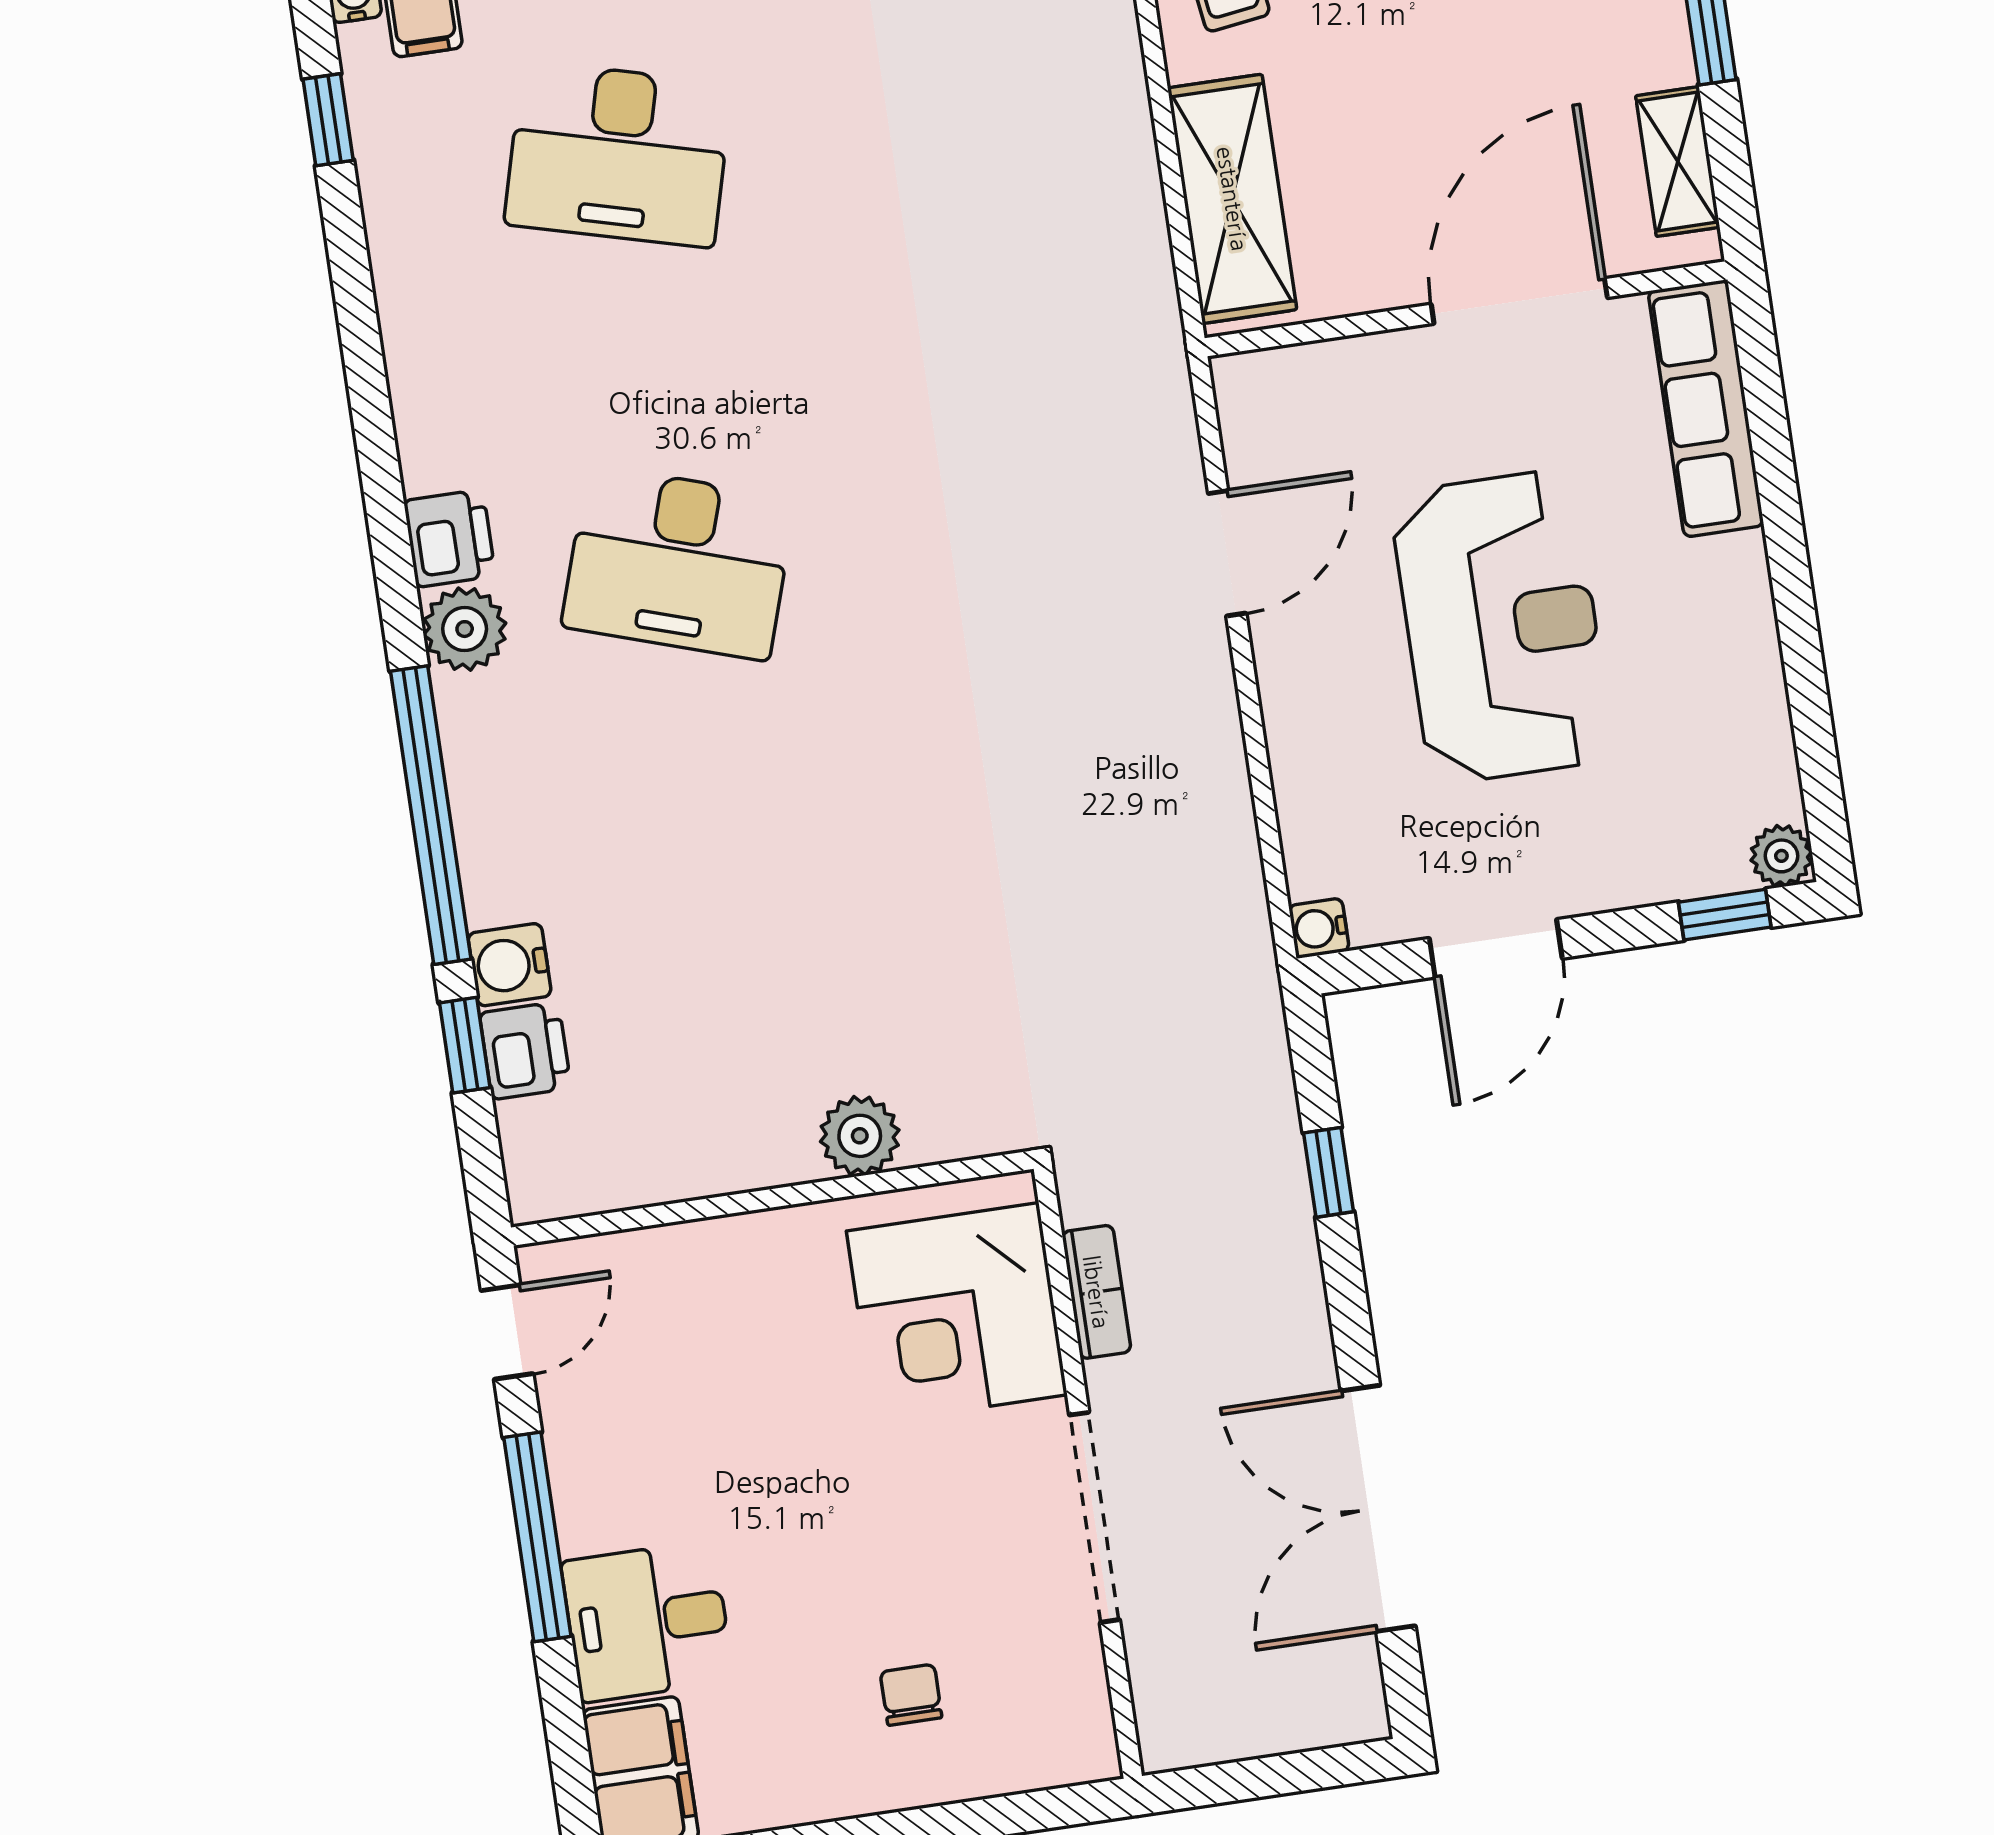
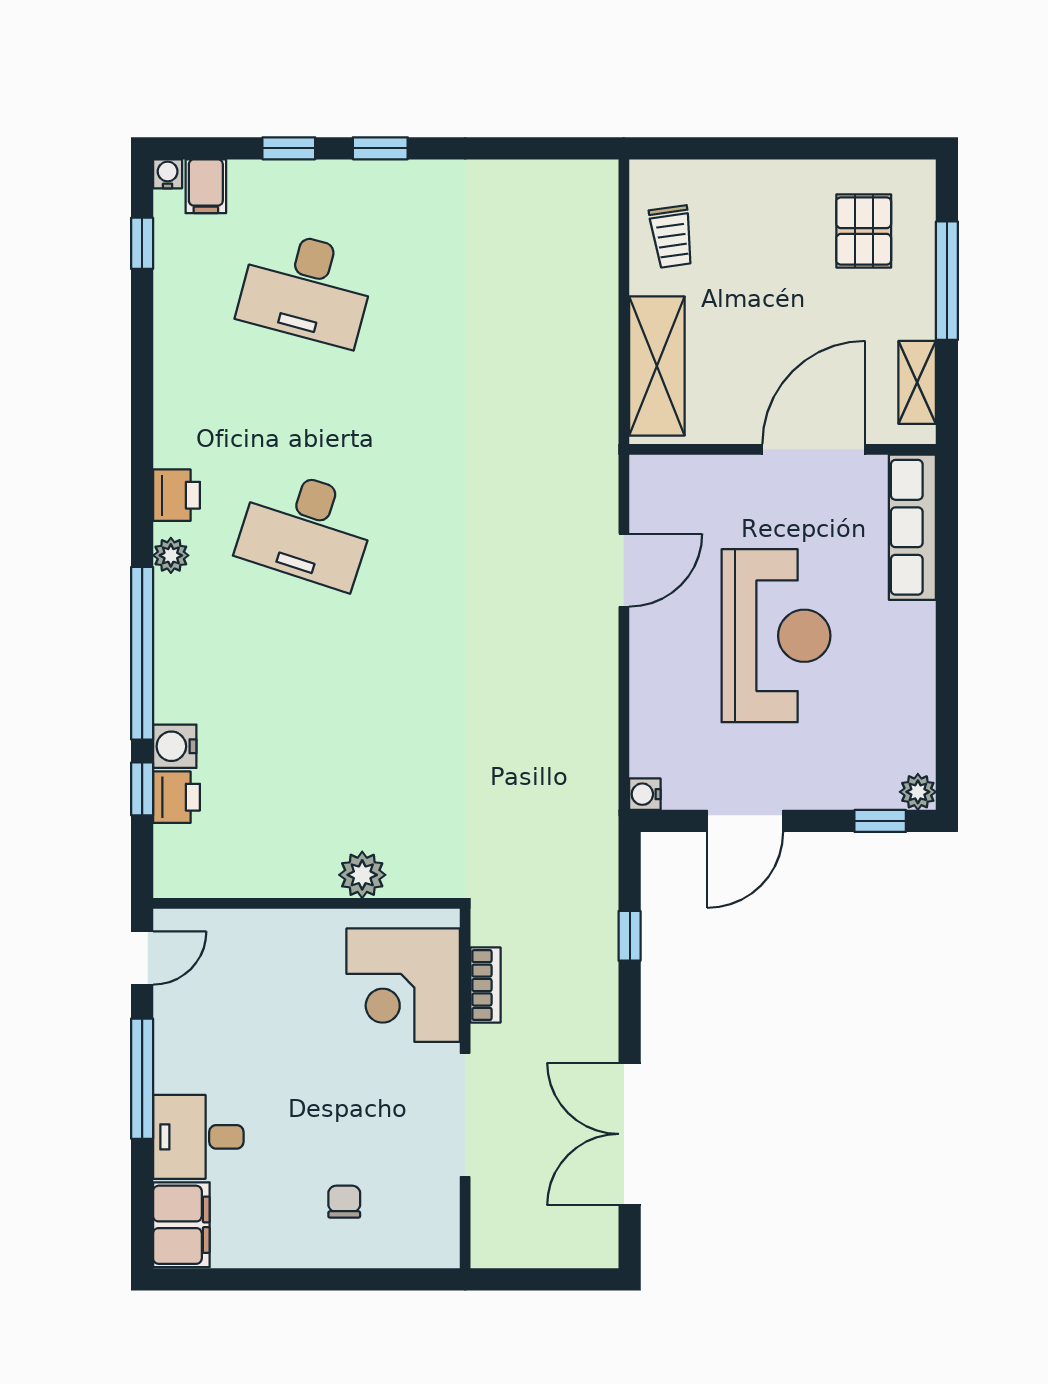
plant: (465, 629) -> (171, 555), width x0.73, depth x0.73

